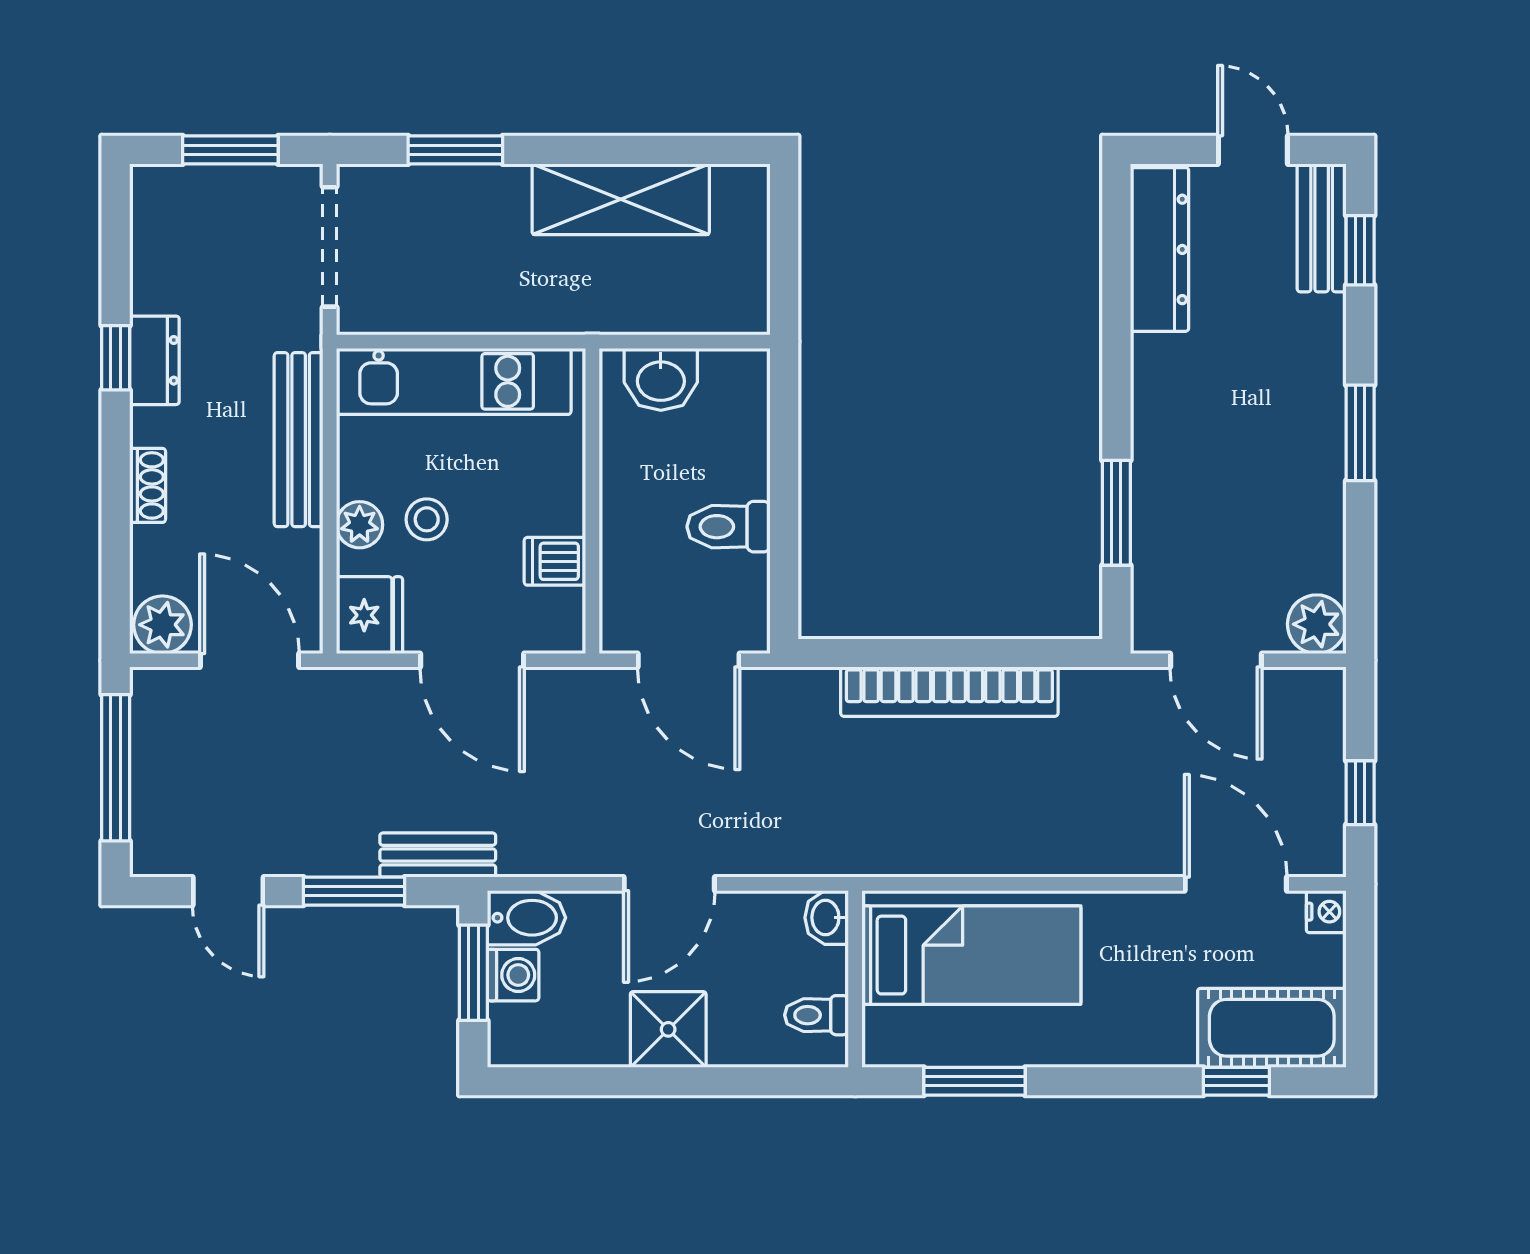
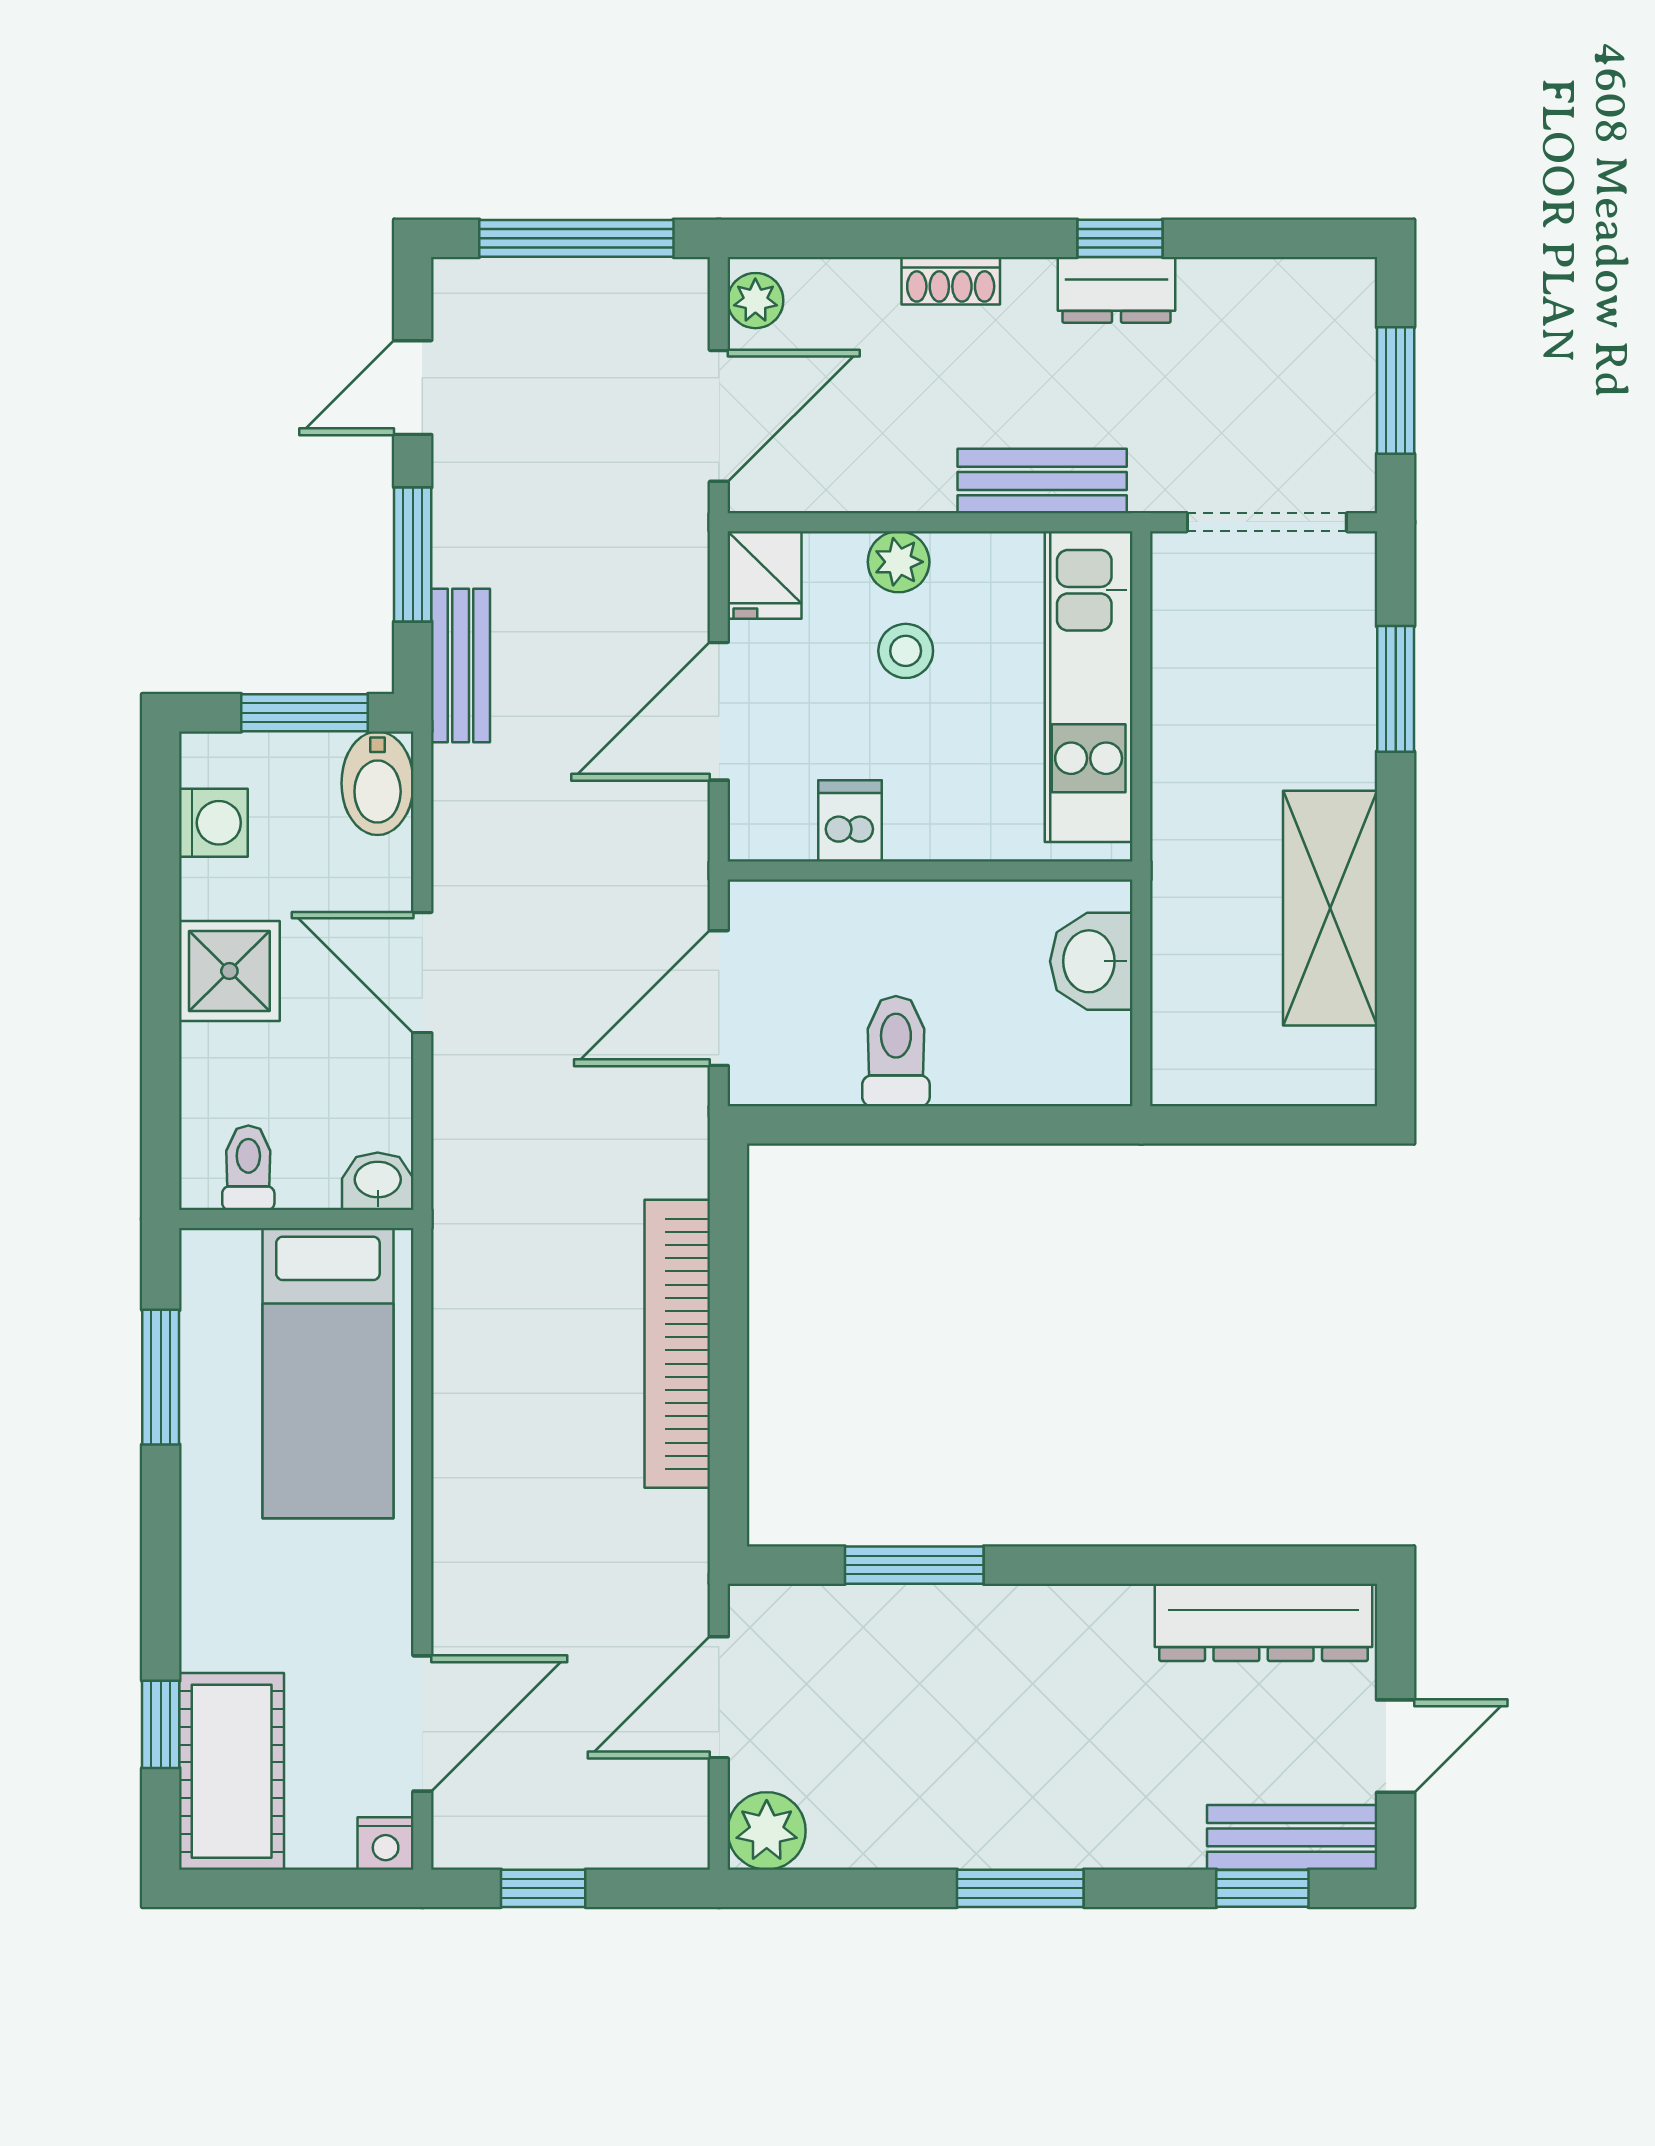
bench: (299, 440) -> (1042, 481), width x0.73
fridge: (369, 615) -> (764, 575), width x0.72
plant: (162, 625) -> (755, 301), width x0.73, depth x0.73
washing machine: (513, 975) -> (213, 823), moved, turned -90

